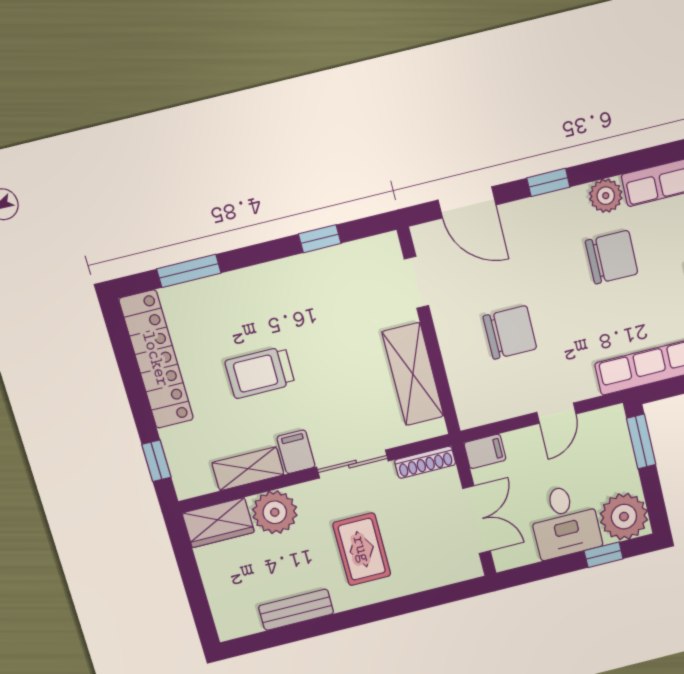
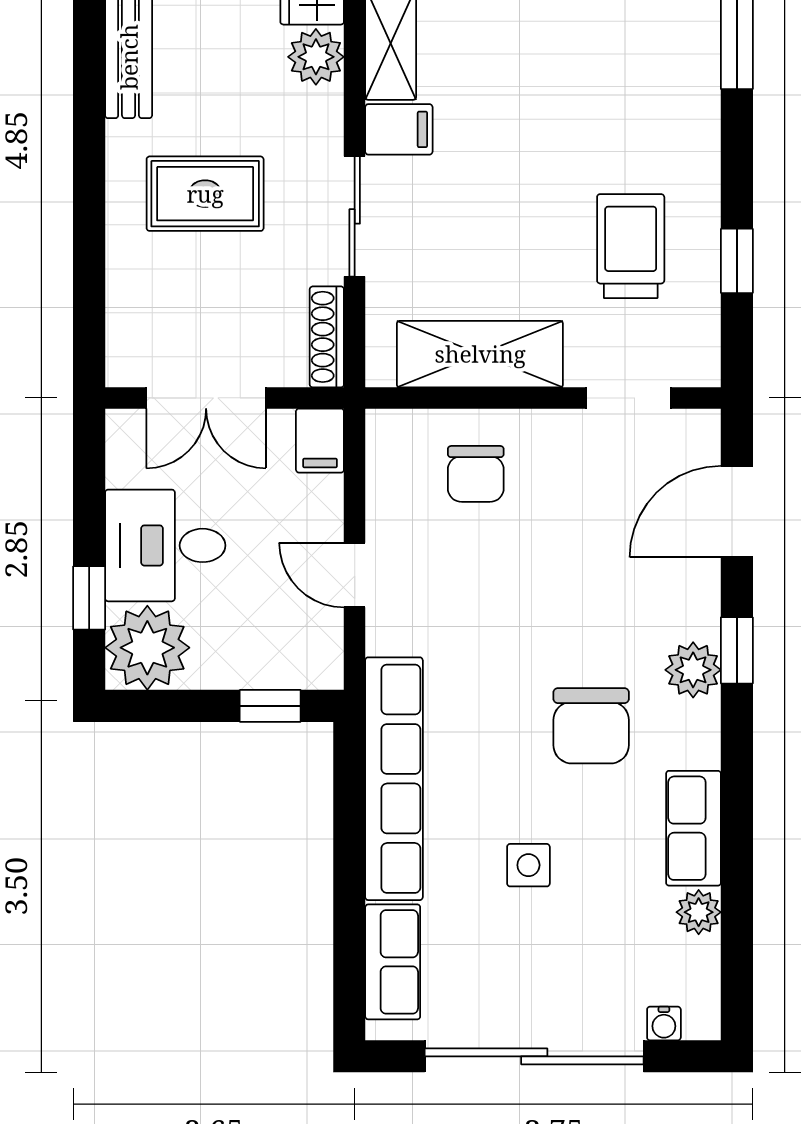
plant: (606, 196) -> (693, 670), moved
chair: (510, 332) -> (476, 474), moved, width x0.73, depth x0.73
trolley: (260, 373) -> (631, 246), moved
window: (641, 441) -> (270, 706), width x0.67
plant: (275, 512) -> (316, 57), width x0.73, depth x0.73

